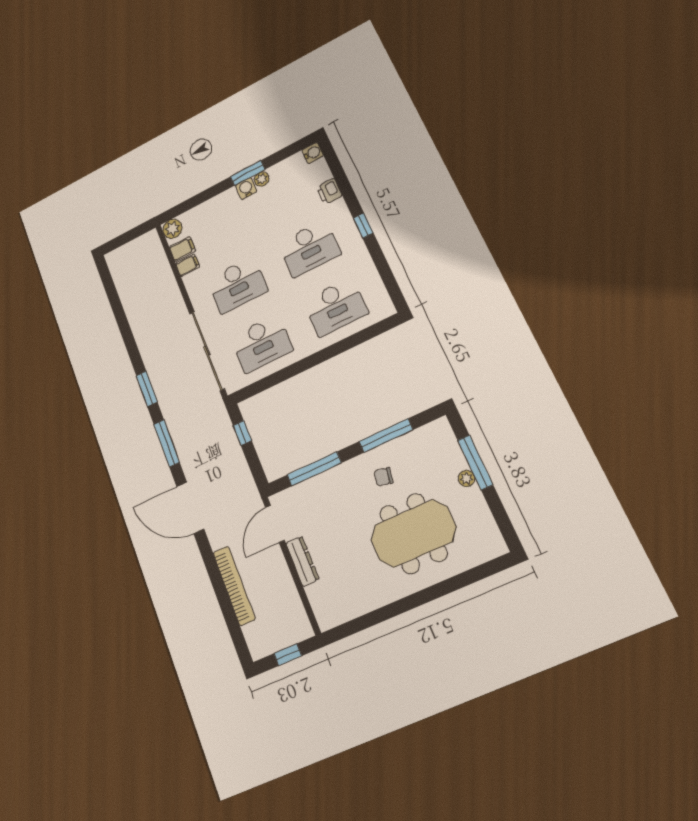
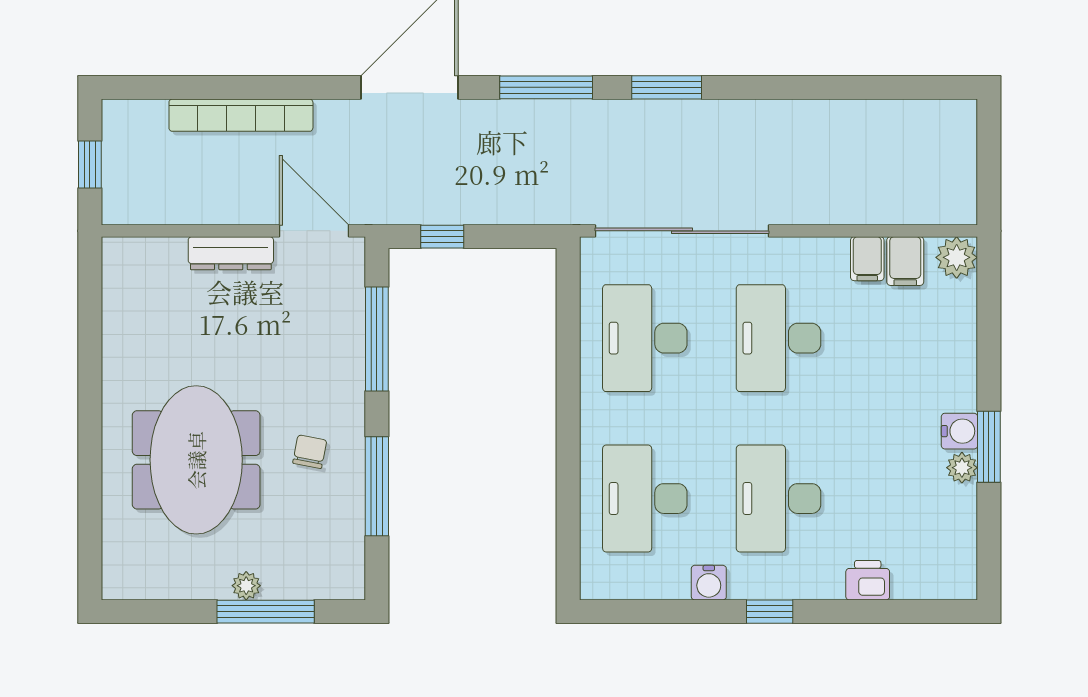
water cooler: (313, 153) -> (709, 583), moved
window: (242, 433) -> (442, 237), moved

